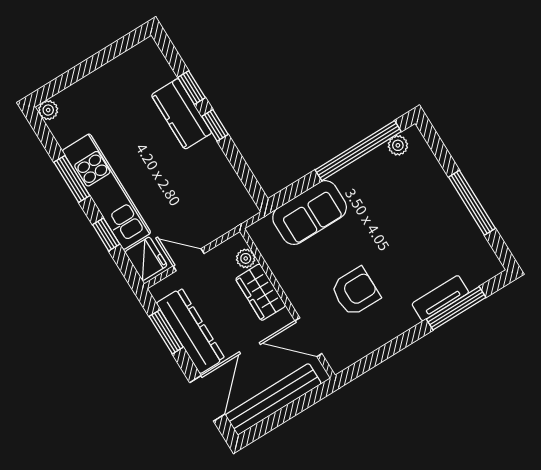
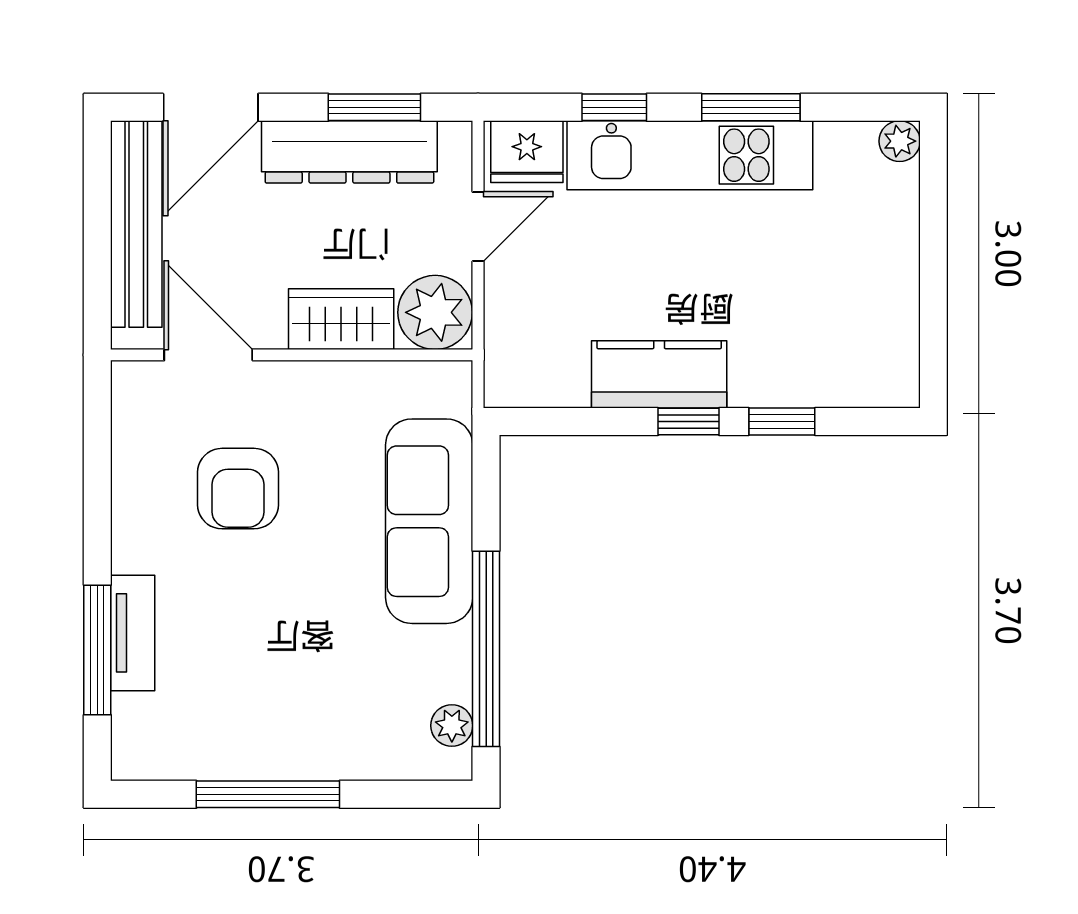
kitchen counter: (181, 114) -> (659, 374), moved
sofa: (310, 213) -> (429, 521), width x1.36
plant: (246, 258) -> (435, 312), width x1.87, depth x1.87
door: (308, 337) -> (208, 355), hinge flipped
door: (207, 398) -> (211, 107), hinge flipped

